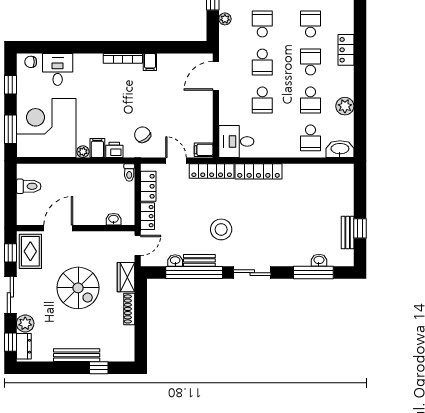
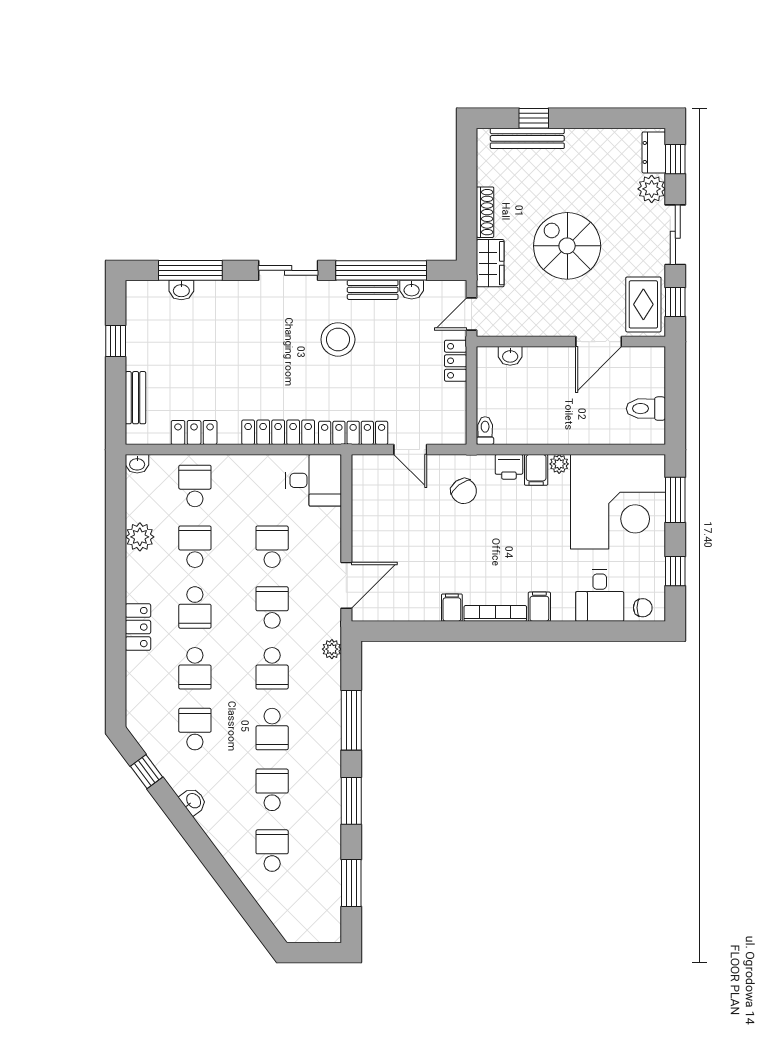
plant: (225, 19) -> (332, 649), moved
washbasin: (340, 149) -> (137, 464), width x0.52, depth x0.69
filing cabinet: (204, 150) -> (539, 607), moved, turned -90
locker: (148, 186) -> (194, 432), moved, turned 90
bench: (348, 233) -> (136, 398), moved
bench: (77, 355) -> (527, 138), moved

